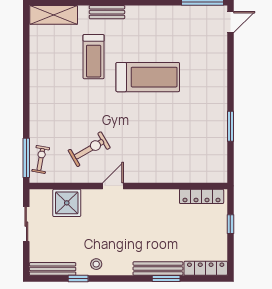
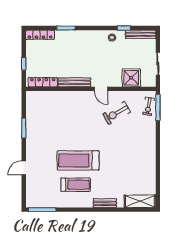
door: (230, 22) -> (24, 168), moved
treadmill: (94, 57) -> (76, 185), moved, turned 90
door: (113, 186) -> (101, 89), hinge flipped
bench: (158, 268) -> (74, 82), moved

